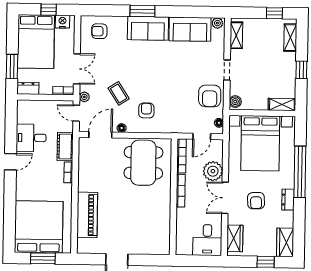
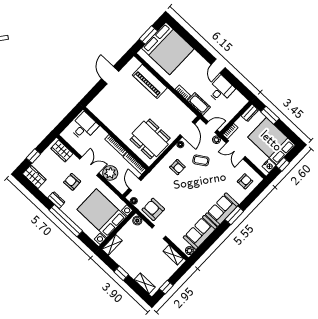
desk: (207, 240) -> (84, 127), moved, turned 90

